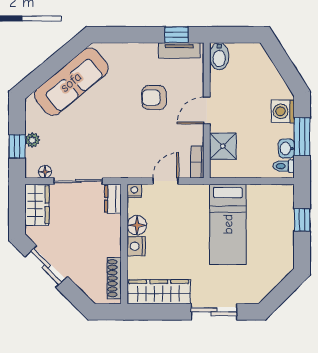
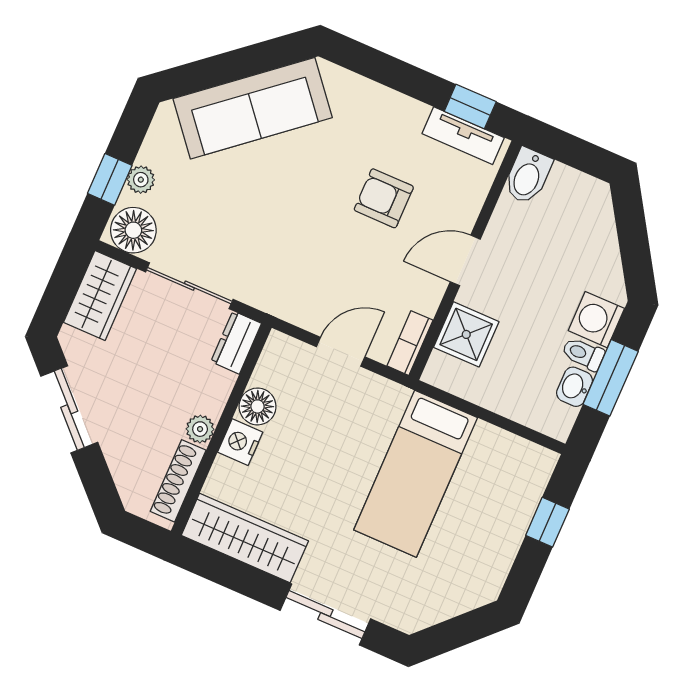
toilet: (284, 166) -> (583, 354), moved
floor lamp: (45, 172) -> (133, 230), width x1.89, depth x1.89
nightstand: (134, 191) -> (279, 345), removed
plant: (114, 248) -> (200, 429), added

